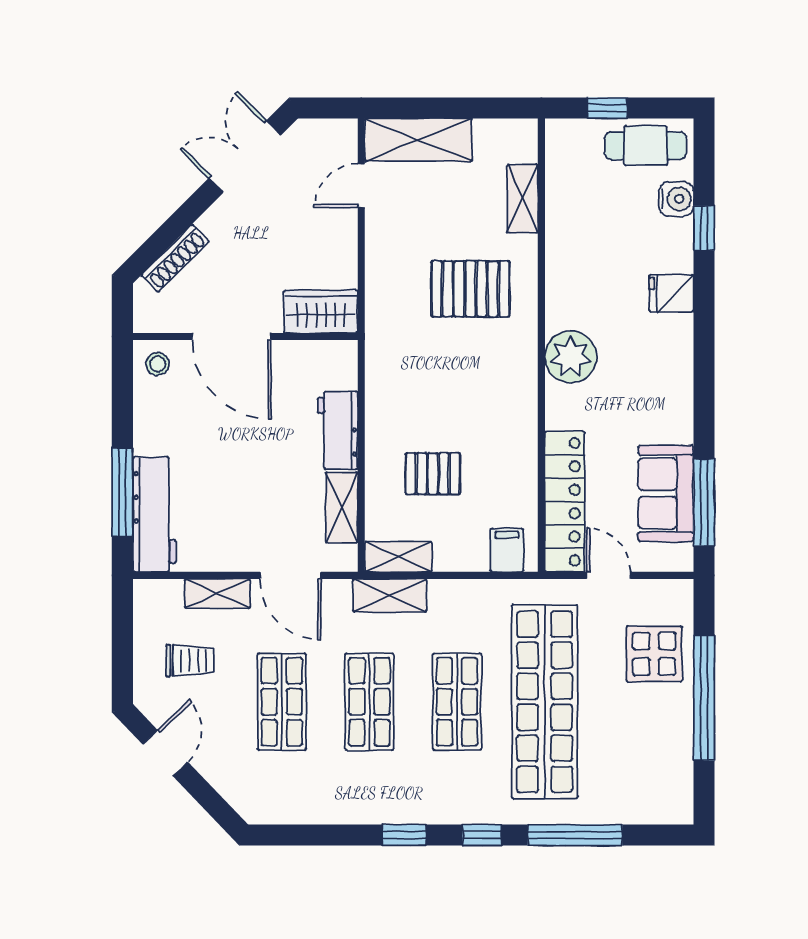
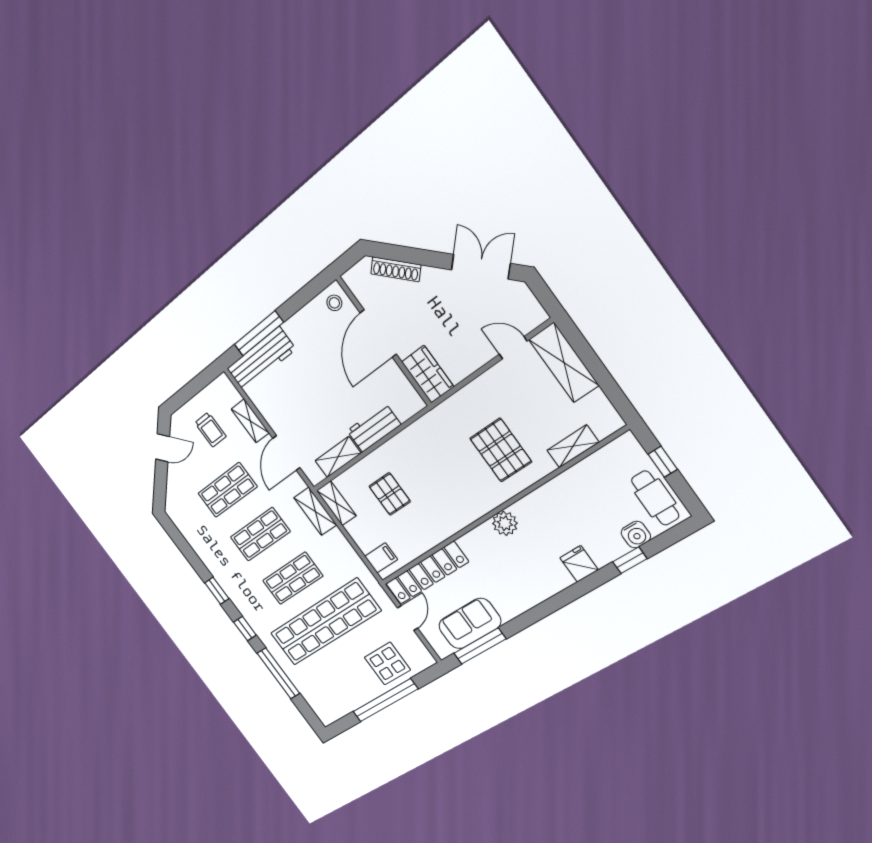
plant: (571, 357) -> (505, 523), width x0.73, depth x0.73

